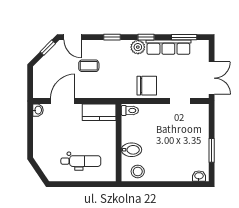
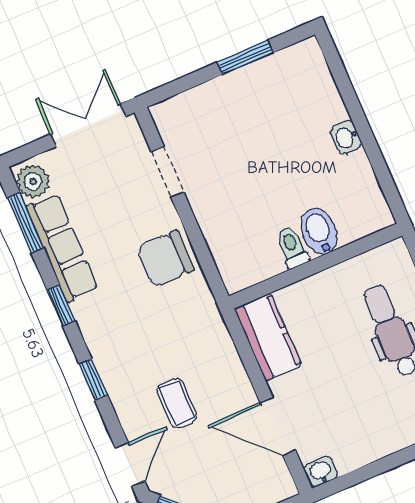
plant: (138, 47) -> (33, 181), moved
chair: (147, 86) -> (165, 259), turned -90
toilet: (130, 110) -> (292, 247), moved
stool: (138, 171) -> (360, 198), removed
washbasin: (199, 176) -> (346, 137), moved

